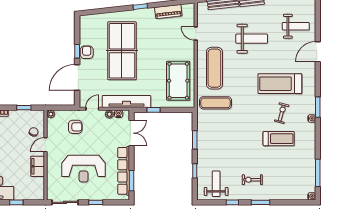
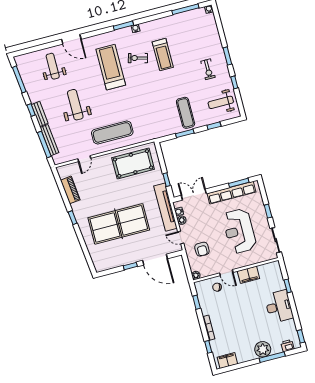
armchair: (87, 52) -> (129, 257), removed
treadmill: (280, 84) -> (111, 67), turned 180
exercise mat: (216, 103) -> (186, 113), moved
armchair: (75, 127) -> (202, 249), turned 180
treadmill: (279, 139) -> (163, 55), turned 180
reception desk: (84, 169) -> (239, 231), turned 180

